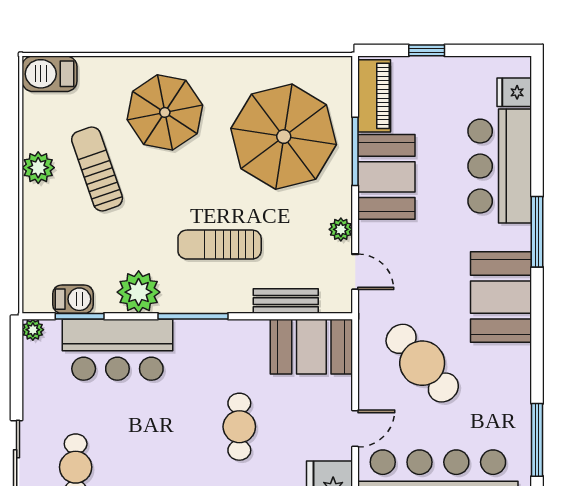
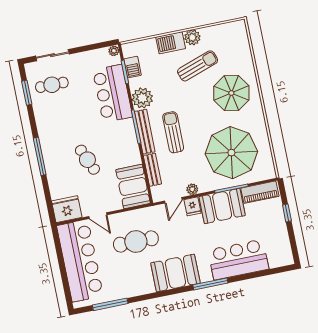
barbecue: (49, 74) -> (171, 43), moved, turned -90
fridge: (514, 92) -> (193, 206), moved, turned 180
bench: (207, 301) -> (145, 132), added
cafe table: (422, 363) -> (136, 242), turned 41
cafe table: (239, 427) -> (87, 160), turned 67

